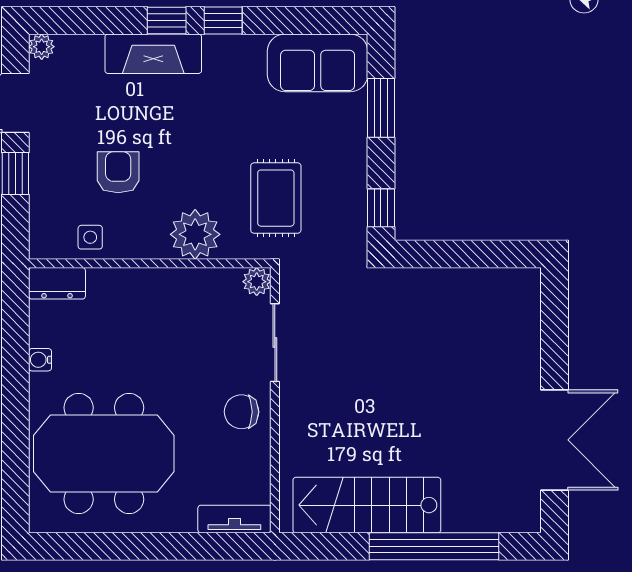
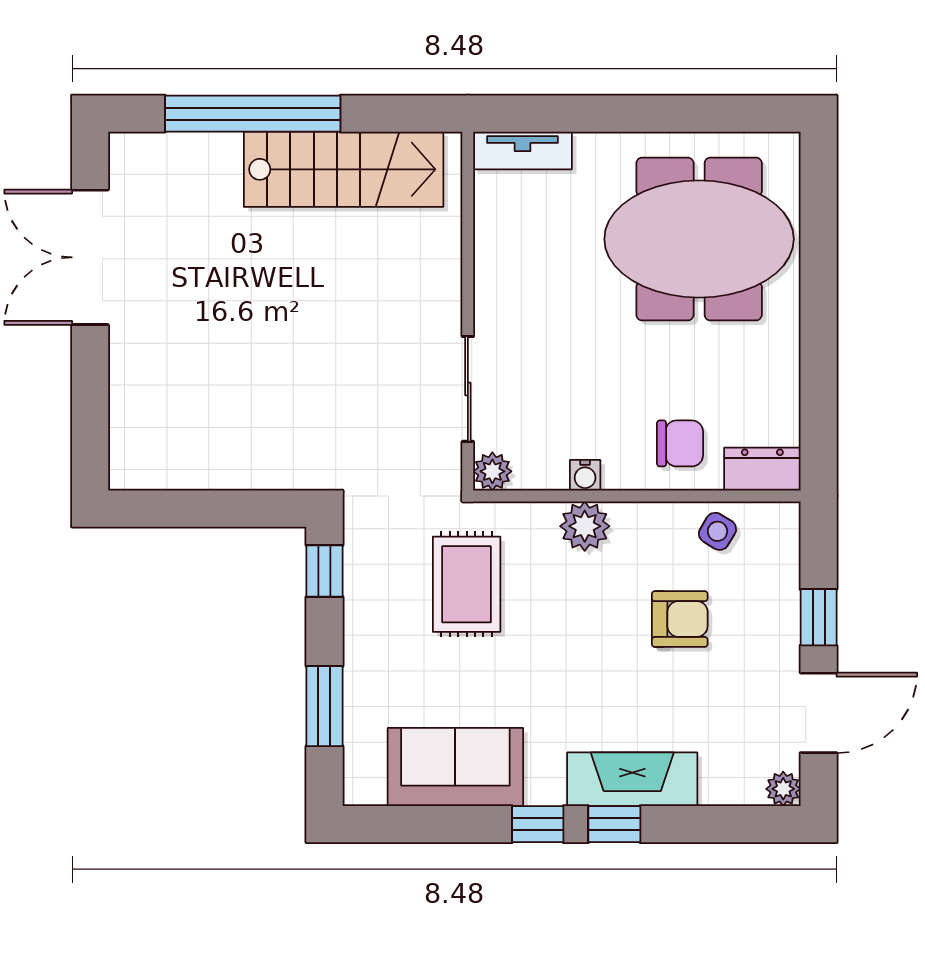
sofa: (318, 63) -> (455, 767), moved
armchair: (118, 172) -> (680, 619), turned -90
plant: (195, 234) -> (585, 526), width x0.73, depth x0.73
side table: (90, 237) -> (717, 531), turned 31
water cooler: (40, 360) -> (585, 475), moved, turned 90
chair: (241, 412) -> (680, 443), moved

